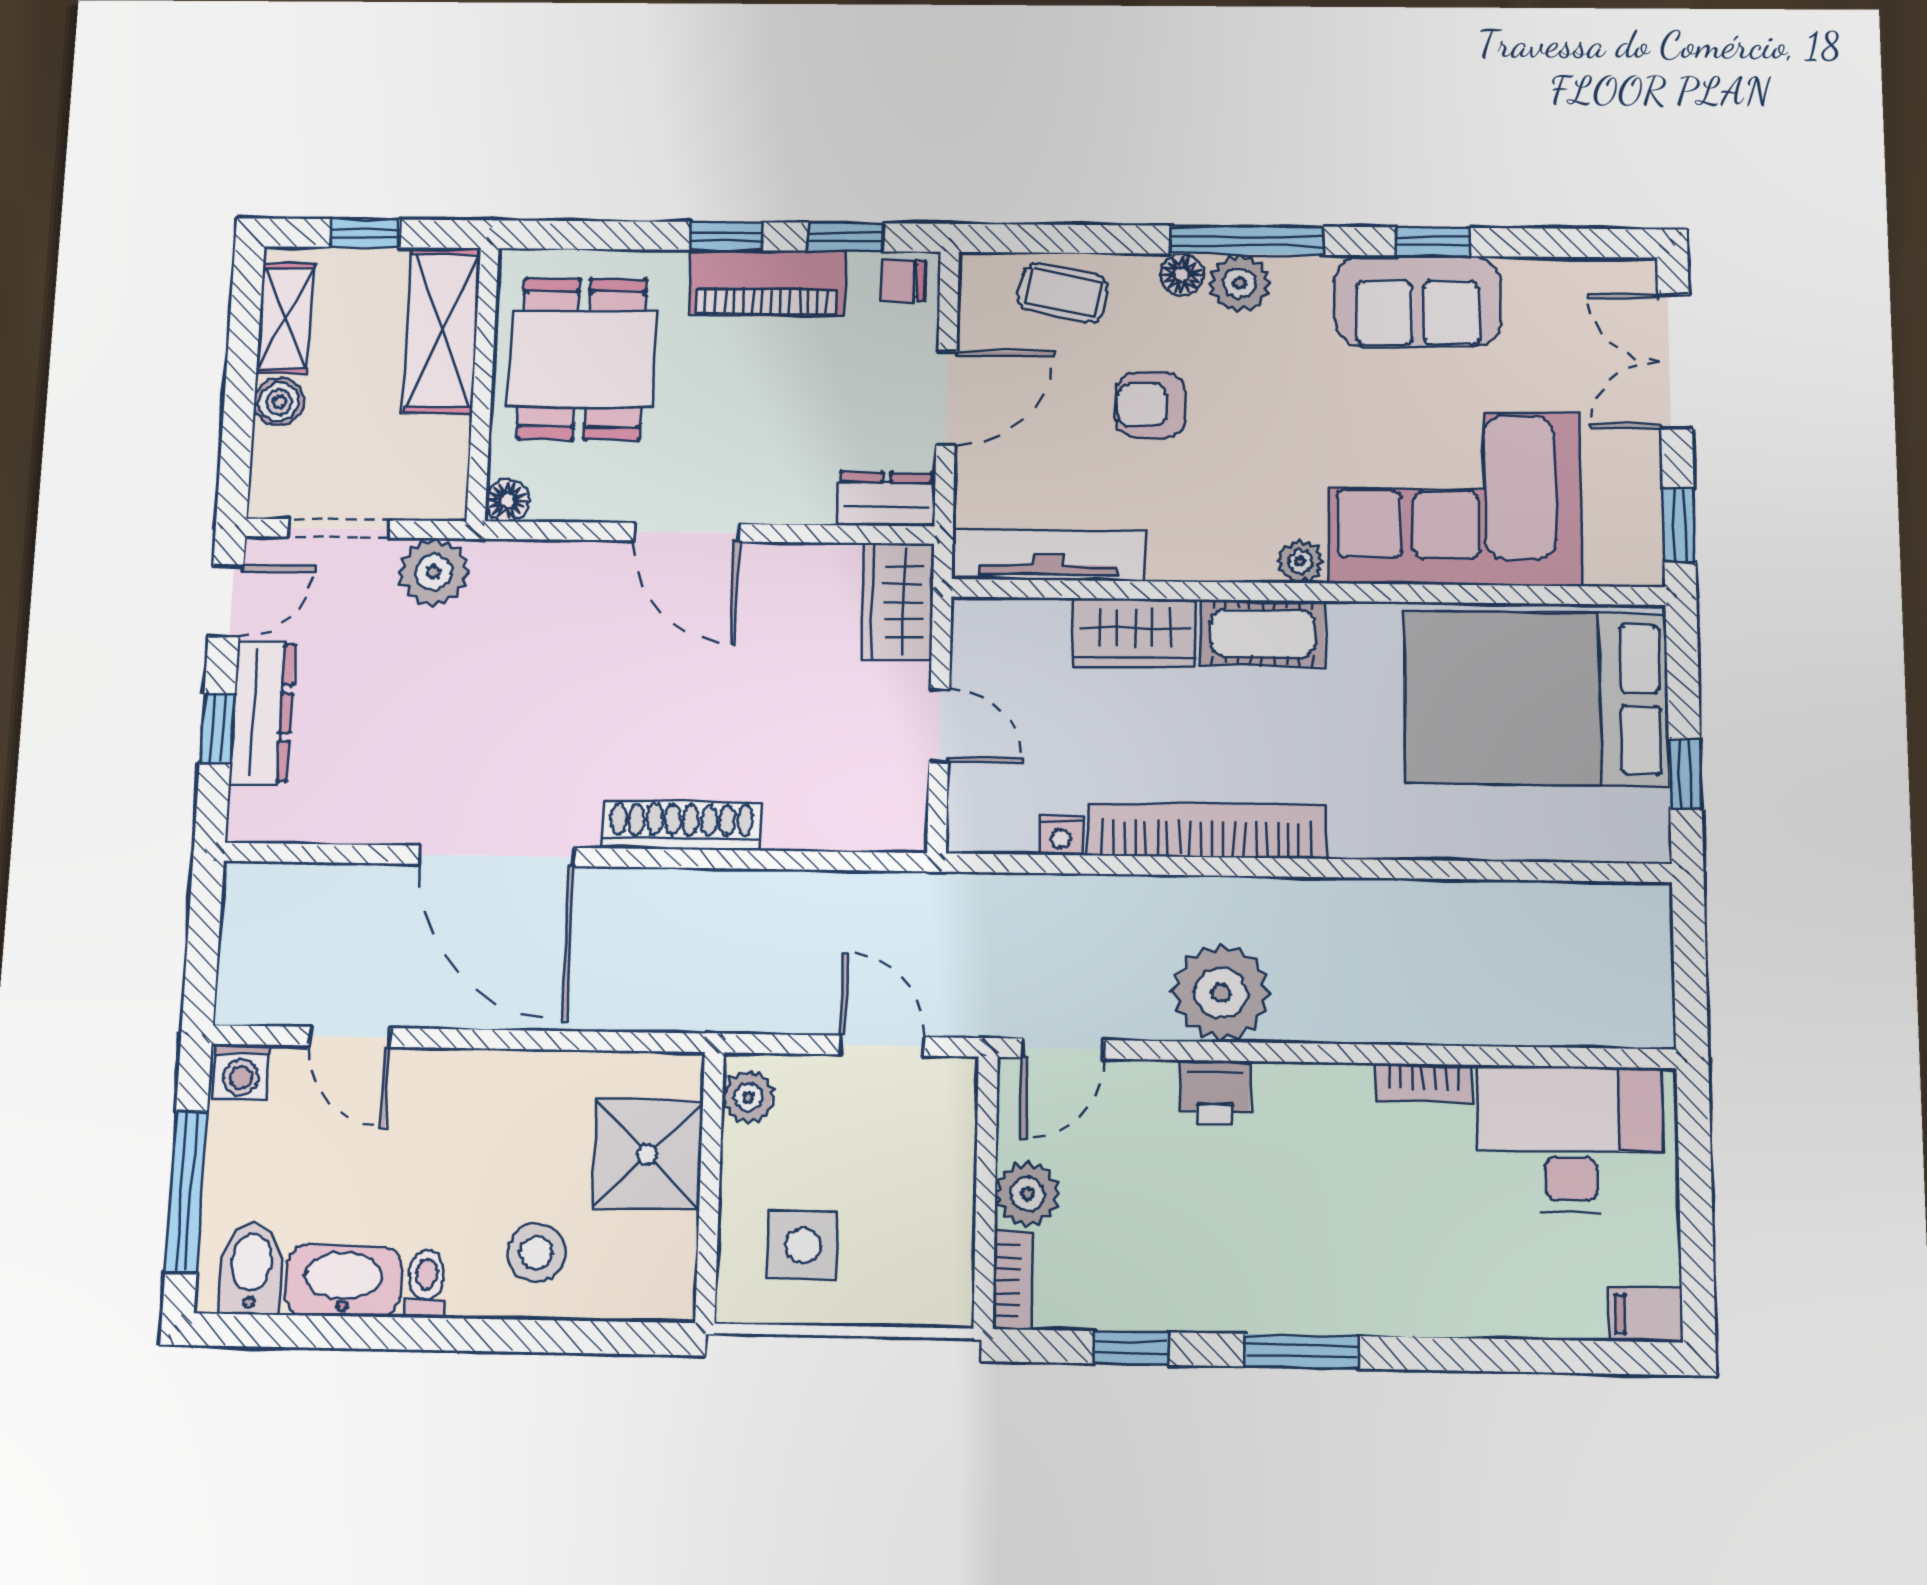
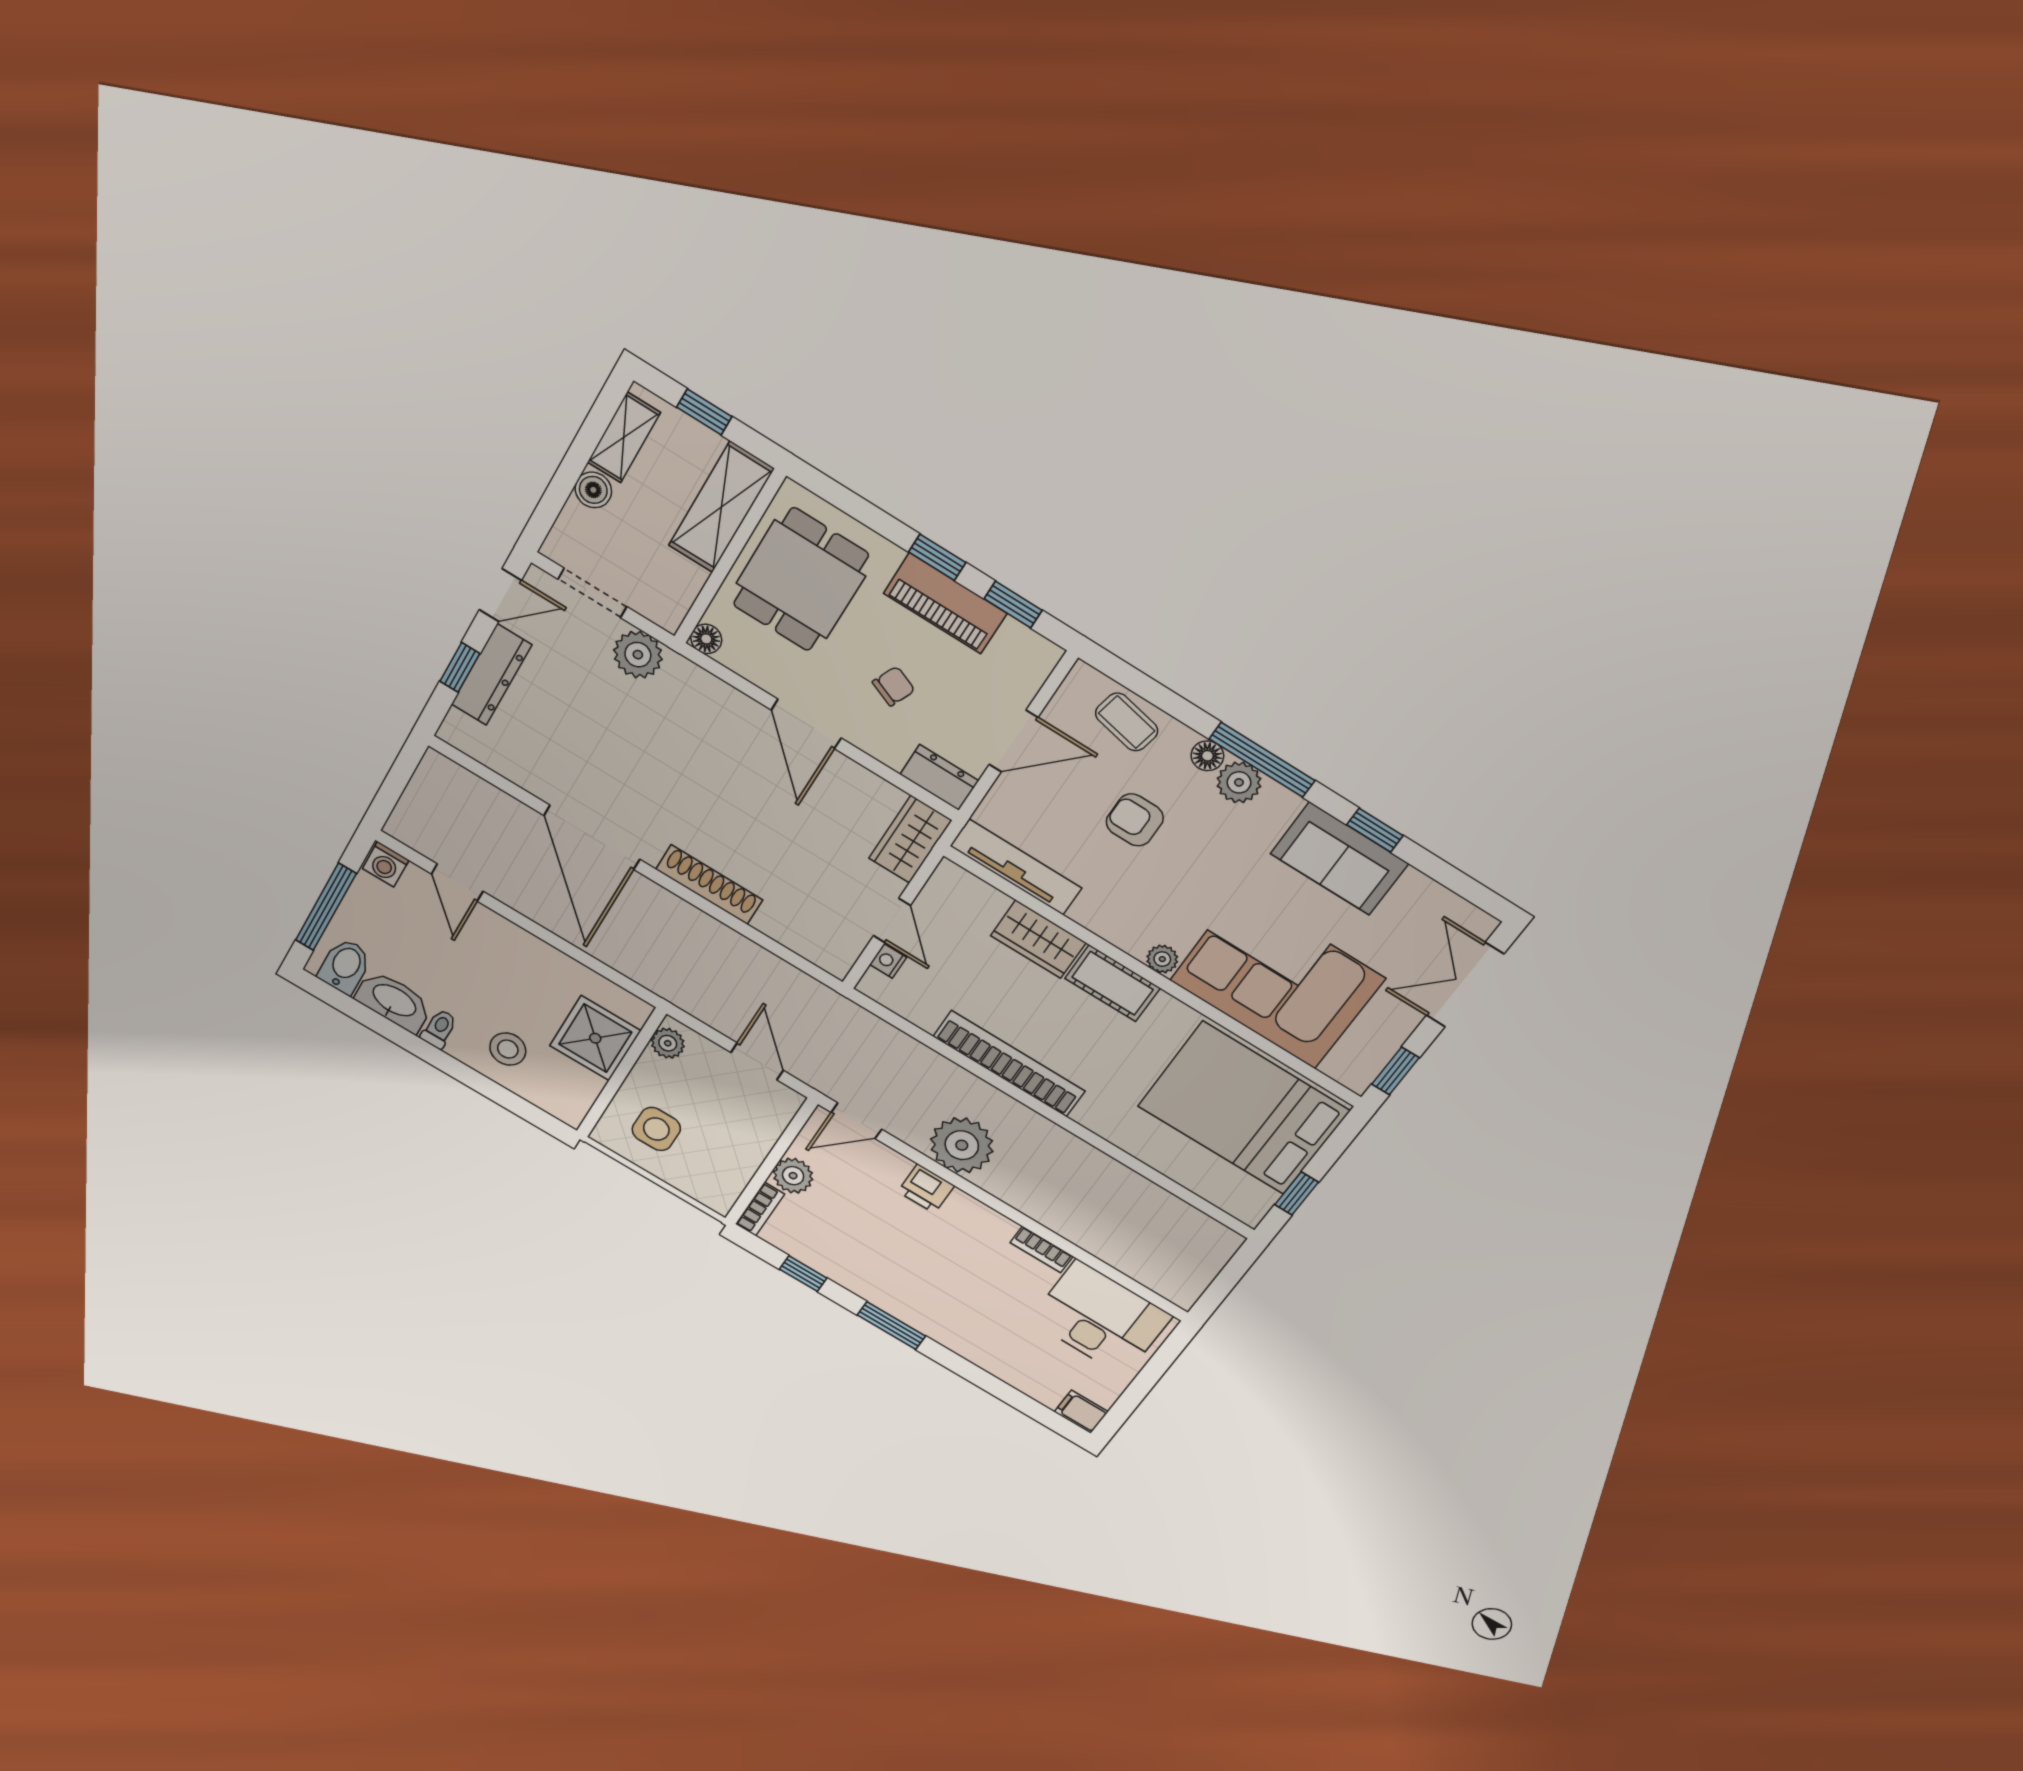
chair: (903, 281) -> (894, 686), moved, turned 113
nightstand: (1061, 835) -> (888, 961), moved, turned 90

